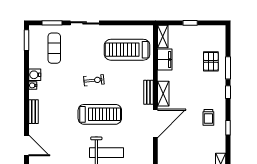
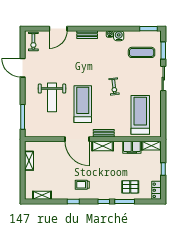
locker: (215, 31) -> (157, 190), added
treadmill: (100, 114) -> (83, 104), moved, turned 180

